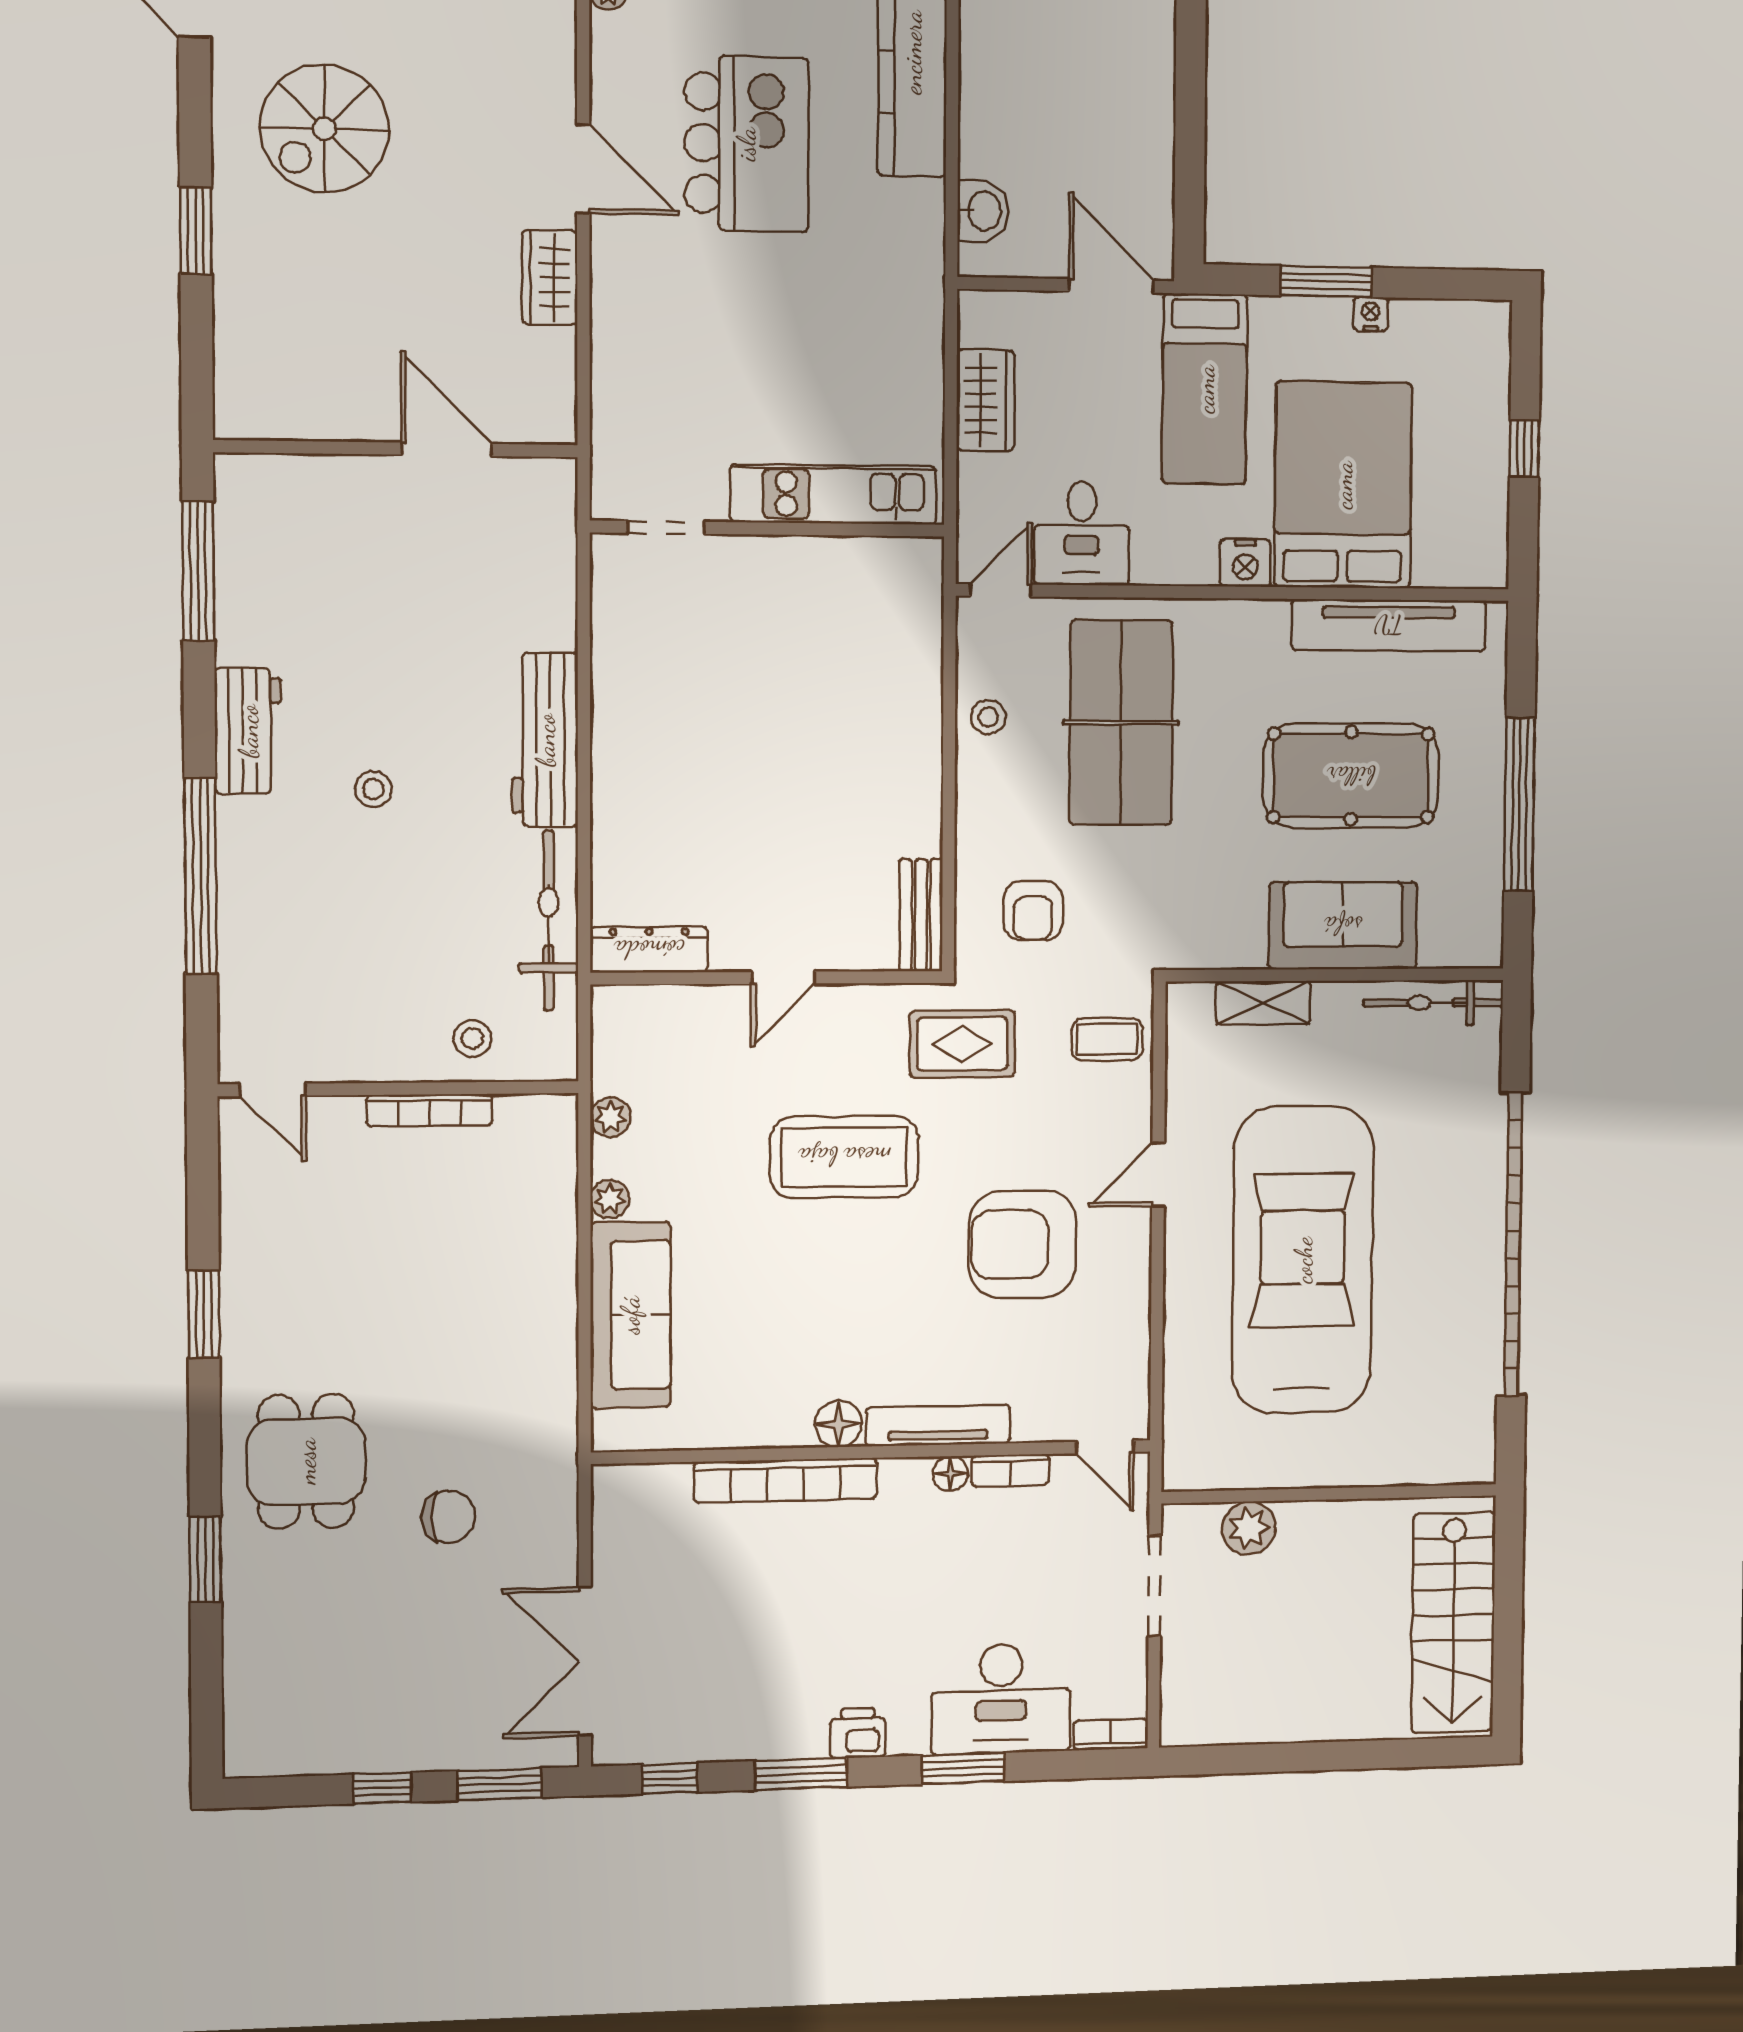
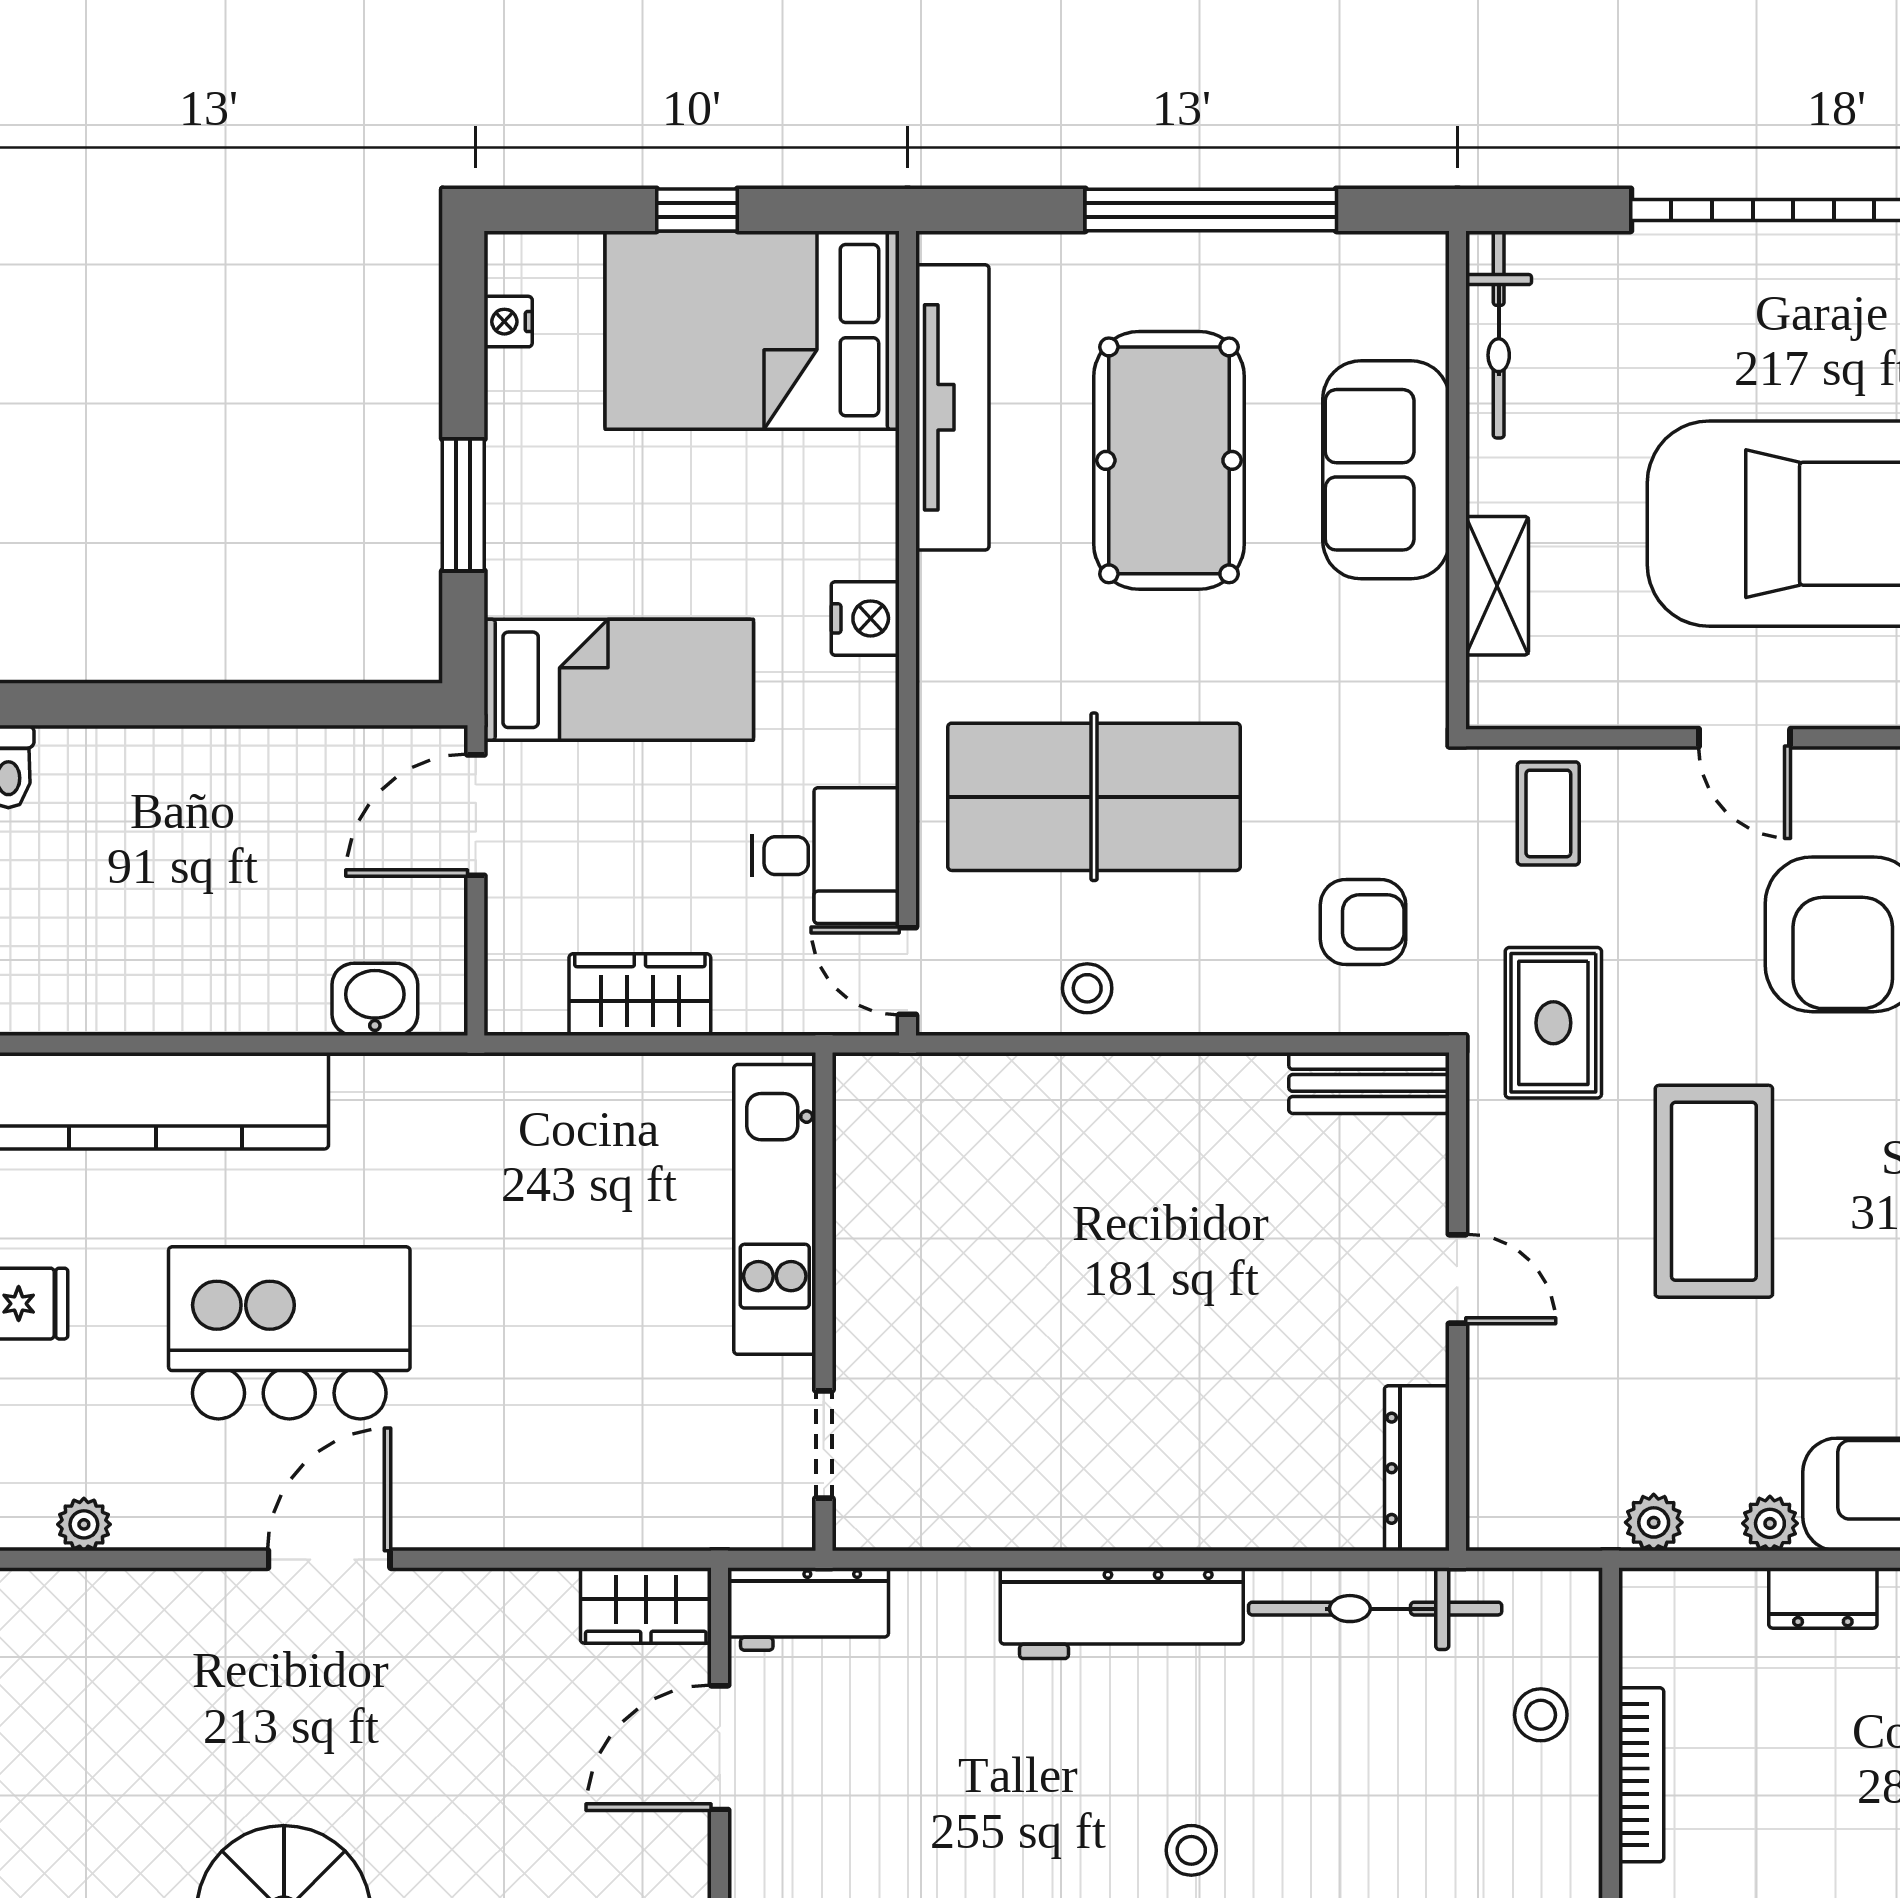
wardrobe: (550, 277) -> (646, 1605), moved
nightstand: (1371, 314) -> (508, 322), moved
bed: (1343, 485) -> (752, 330), moved
workbench: (548, 515) -> (808, 1609), added
dresser: (557, 1237) -> (1823, 1598), added

